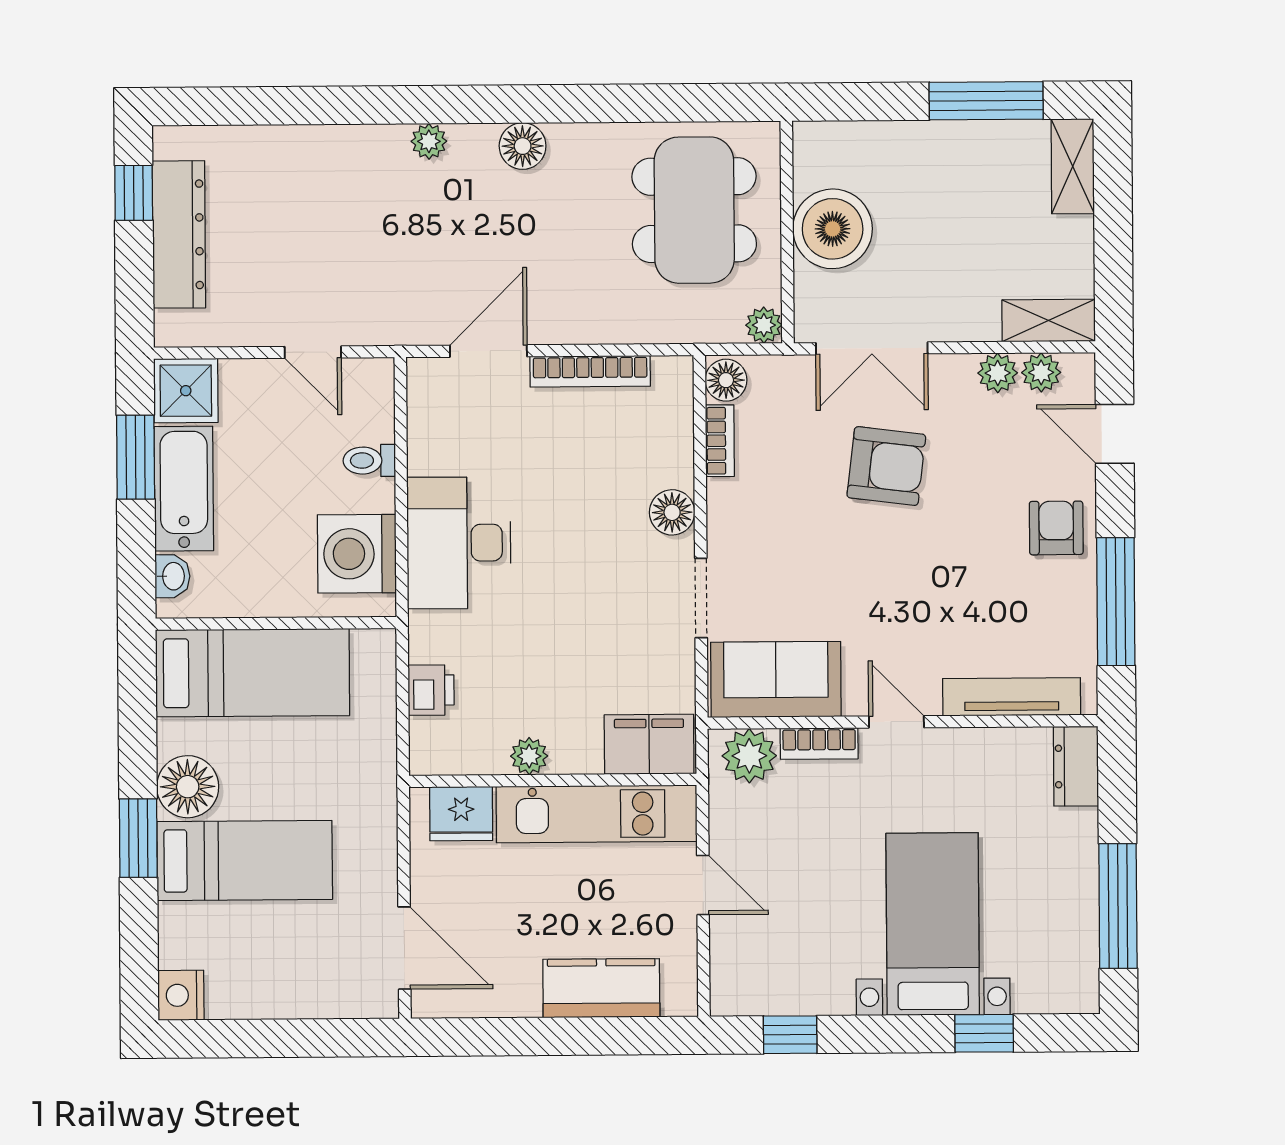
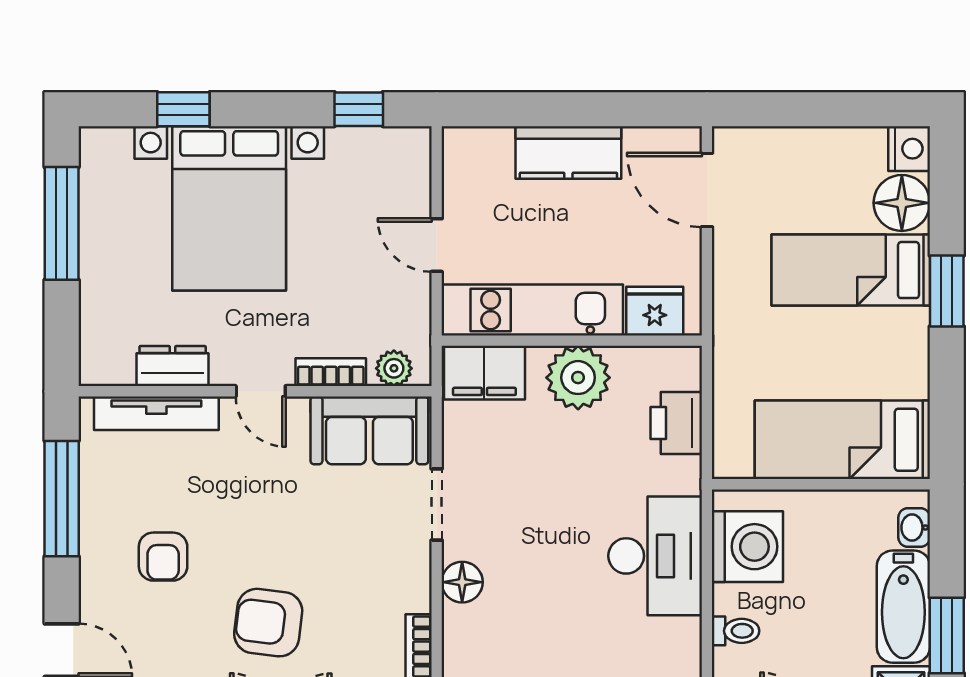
armchair: (1056, 528) -> (163, 557), moved
printer: (431, 690) -> (676, 423), width x1.36, depth x1.24
plant: (529, 756) -> (578, 378), width x1.88, depth x1.88
plant: (749, 756) -> (394, 368), width x0.73, depth x0.73
dresser: (1076, 766) -> (173, 366), moved, turned -90
floor lamp: (188, 787) -> (902, 203), moved
bed with nightstands: (933, 924) -> (229, 208), width x1.36
kitchen counter: (601, 988) -> (568, 152), moved

